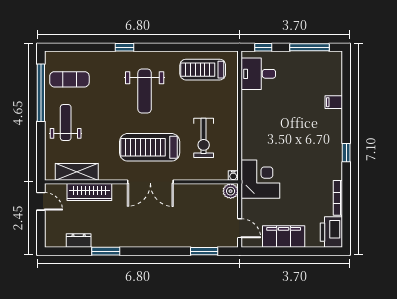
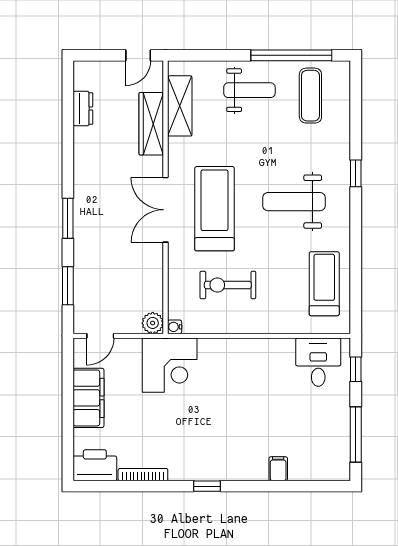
window: (106, 251) -> (68, 218), moved

